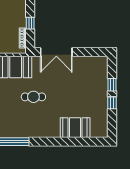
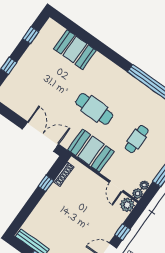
cafe table: (33, 97) -> (94, 109), width x1.37, depth x1.35
window: (112, 103) -> (31, 35), moved

